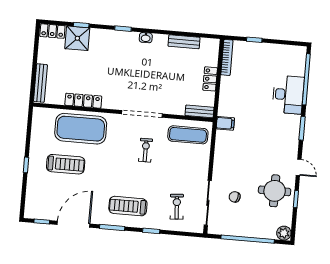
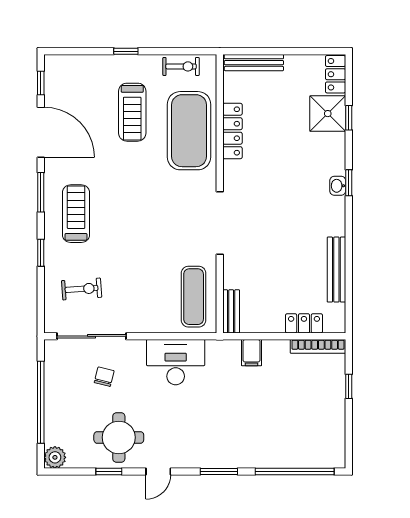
washbasin: (146, 38) -> (338, 186), moved
bench: (184, 42) -> (336, 270), width x1.36
locker: (210, 79) -> (304, 323), moved
desk: (288, 95) -> (176, 362), moved, turned 180
filing cabinet: (225, 123) -> (252, 353), moved
exercise bike: (146, 150) -> (181, 66), moved

